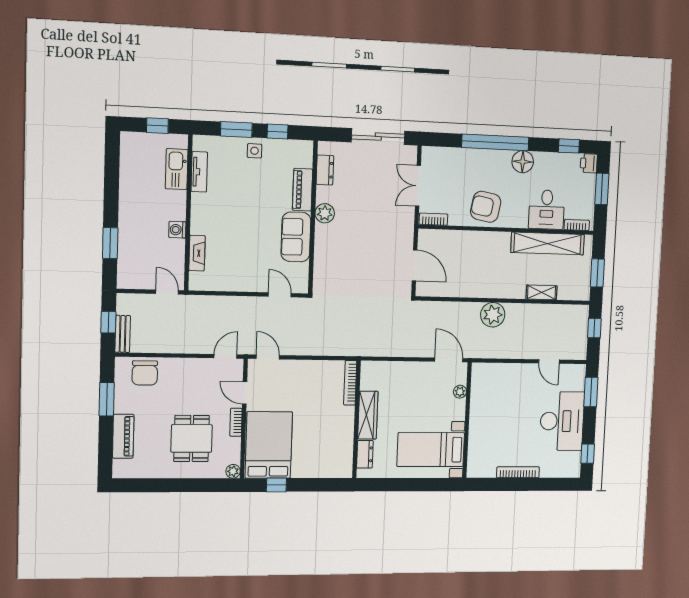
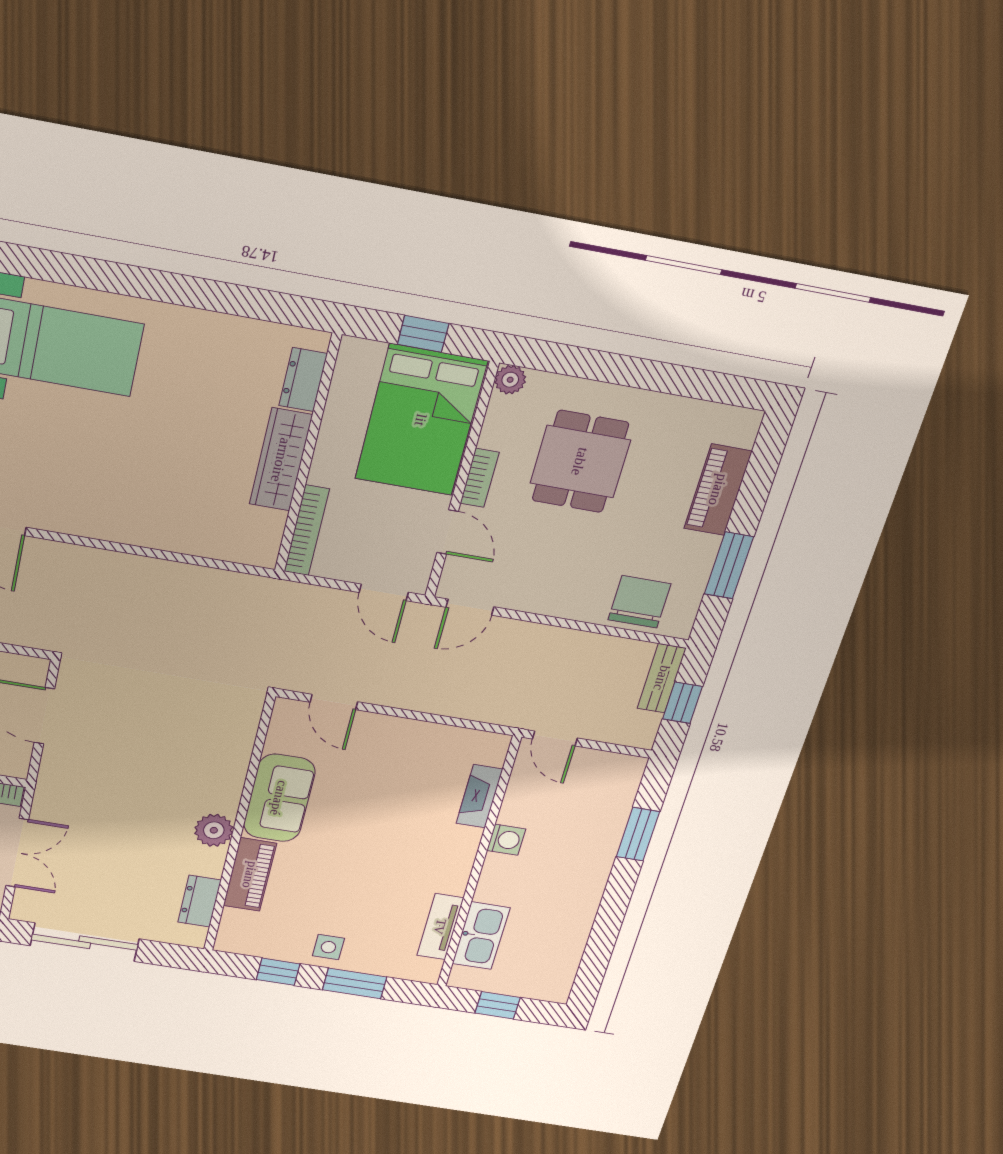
bookcase: (350, 383) -> (307, 530), moved
wardrobe: (368, 415) -> (281, 460), moved
wall: (356, 420) -> (308, 455), moved
dresser: (365, 454) -> (303, 380), moved

